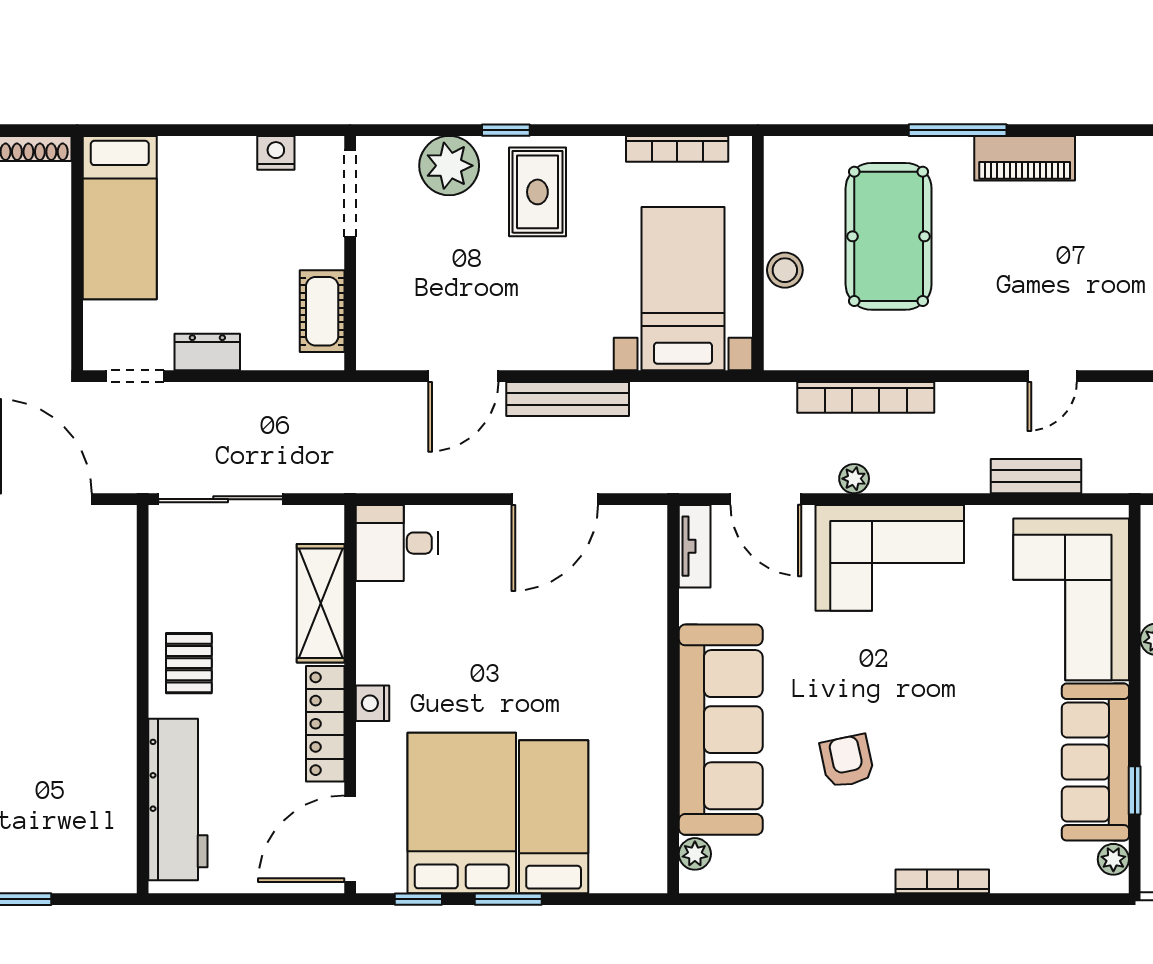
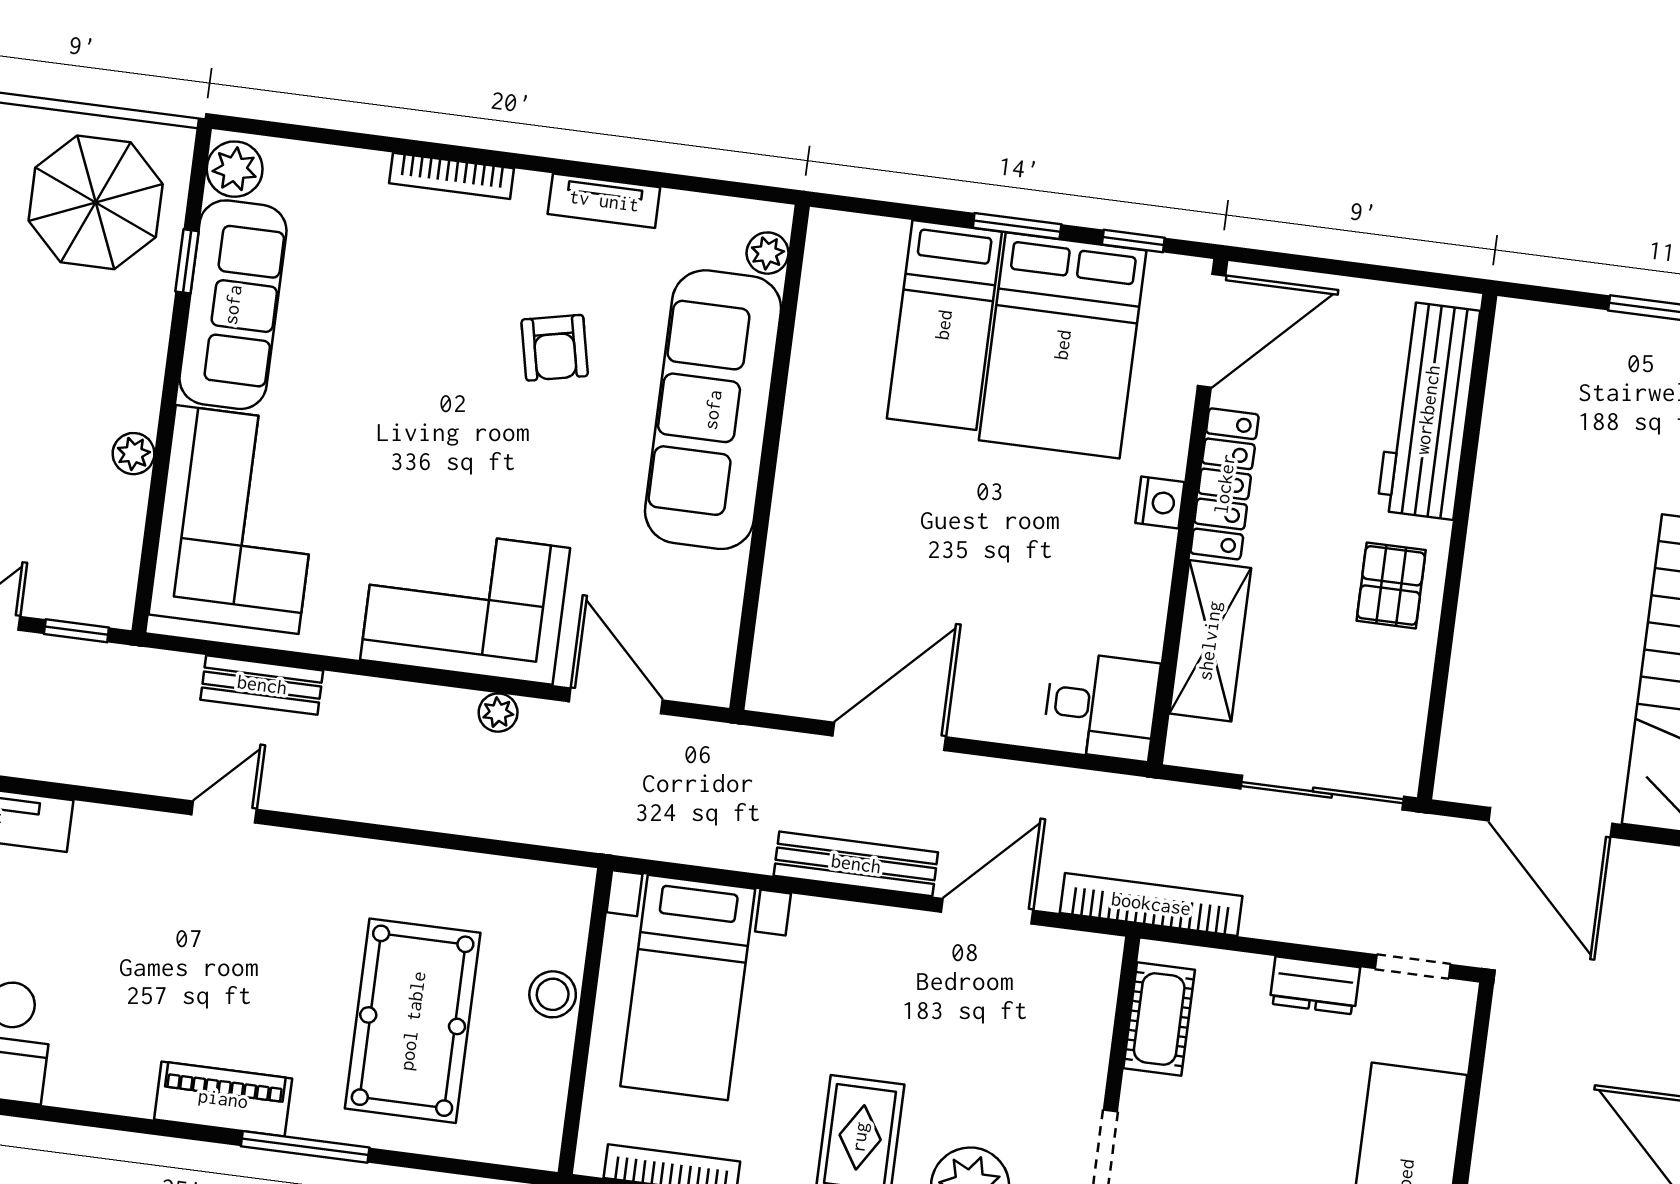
bookcase: (866, 397) -> (1151, 904), moved
tv unit: (695, 546) -> (604, 201), moved, turned -90
plant: (1113, 859) -> (235, 169), width x1.38, depth x1.38

